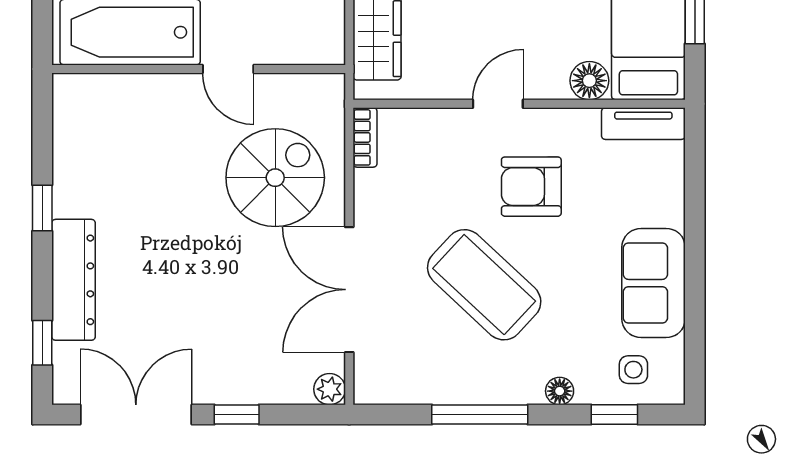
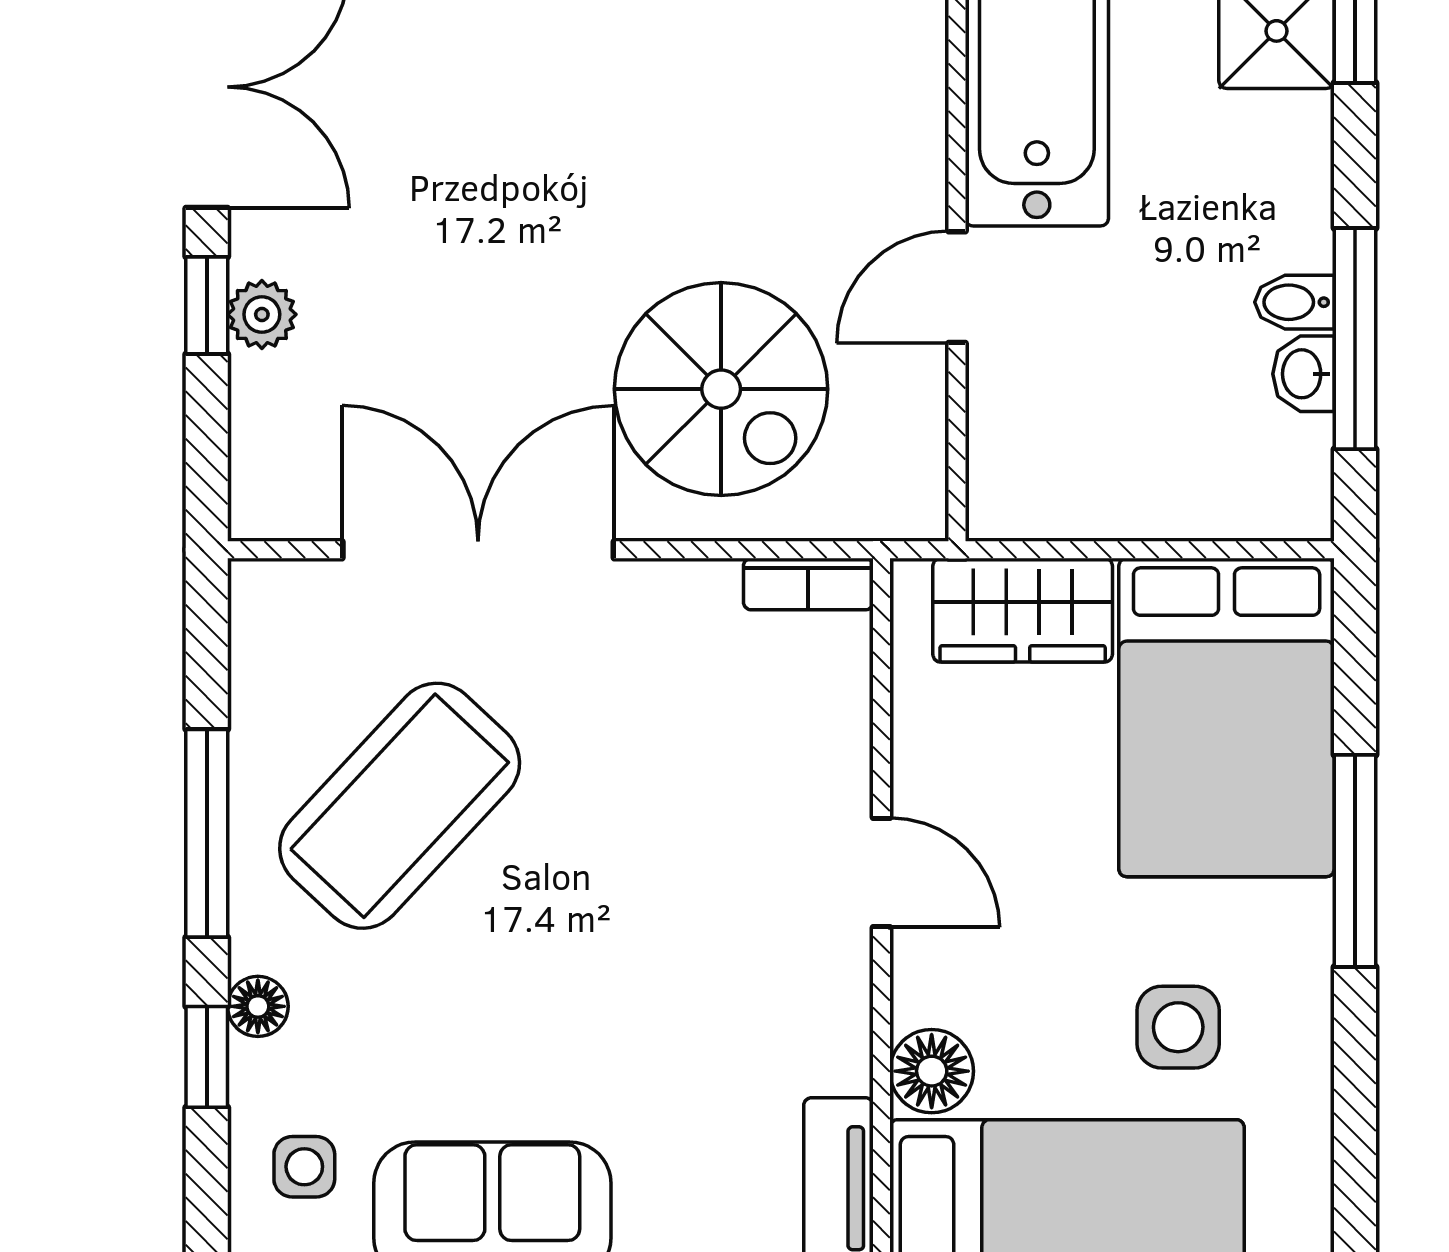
armchair: (531, 187) -> (702, 945), removed
coffee table: (484, 285) -> (400, 806), moved
plant: (330, 389) -> (262, 314), moved
window: (614, 415) -> (207, 1057), moved

